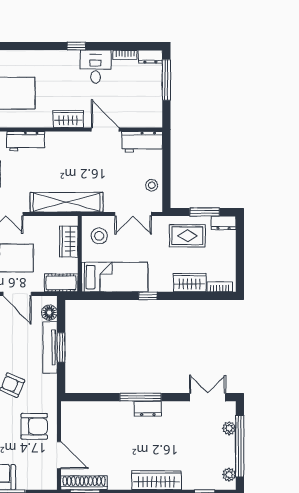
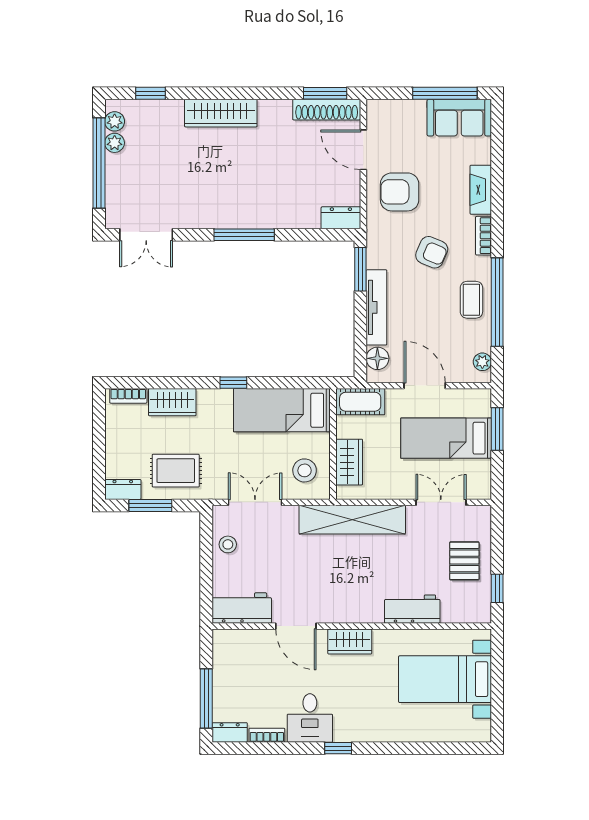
window: (61, 347) -> (360, 269), moved
dresser: (148, 409) -> (341, 218), moved
plant: (229, 428) -> (115, 143), moved

